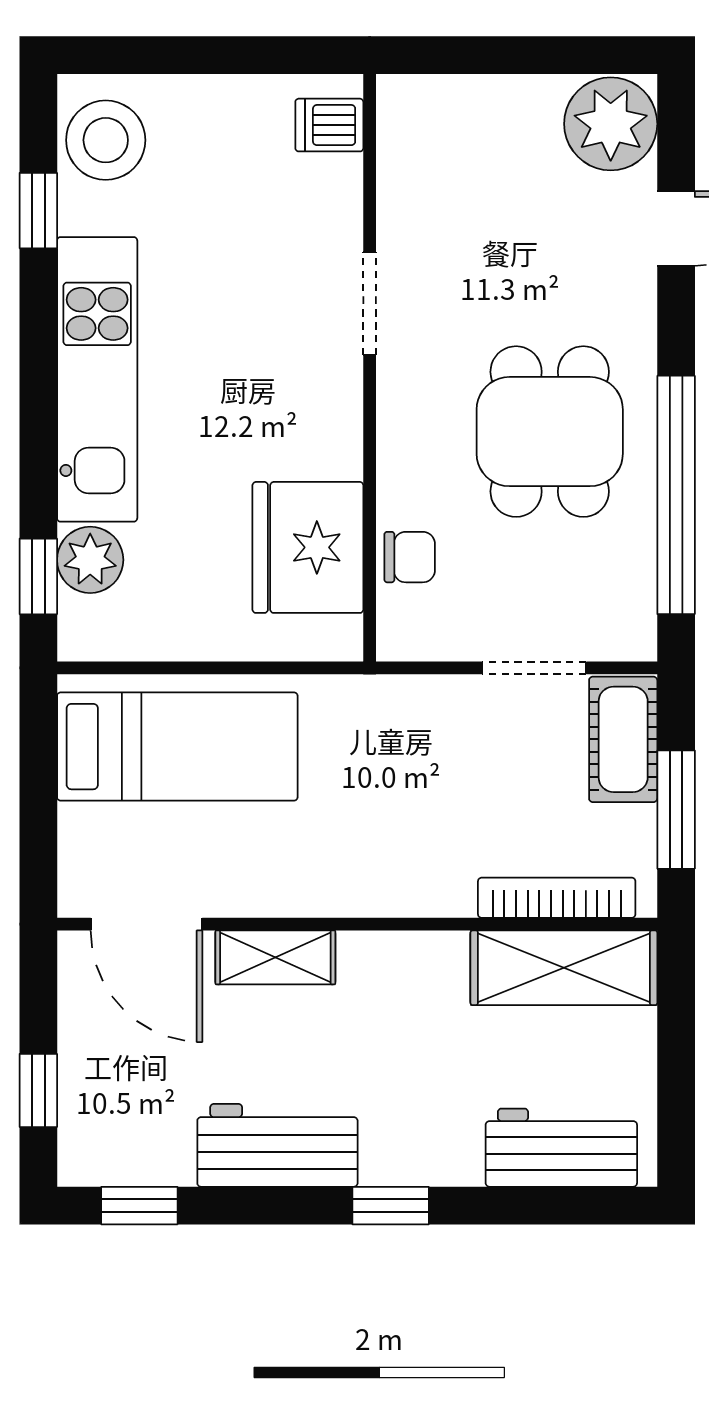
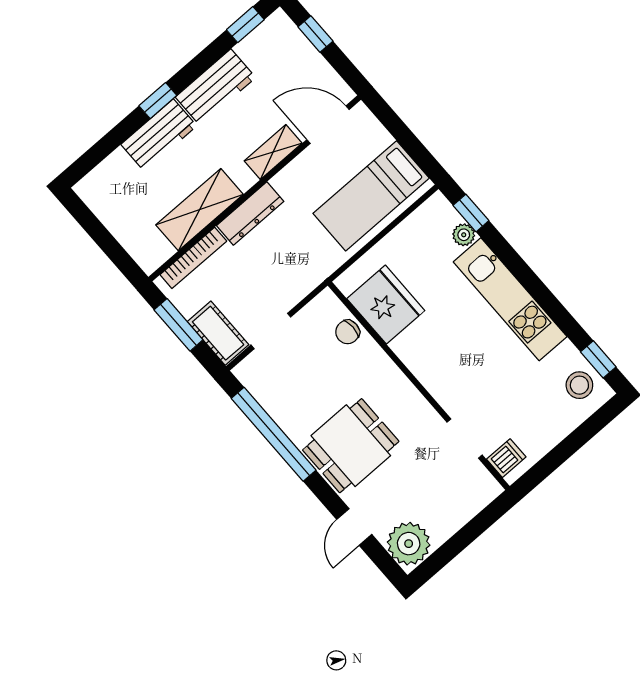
stool: (106, 140) -> (579, 385), width x0.73, depth x0.73
window: (38, 211) -> (598, 359), moved
doorway: (370, 304) -> (465, 438), moved
dining table: (550, 432) -> (351, 446), moved, turned 90
plant: (90, 560) -> (464, 235), width x0.73, depth x0.73
dresser: (400, 890) -> (250, 214), added
shelving: (564, 968) -> (200, 210), moved
workbench: (561, 1148) -> (159, 135), moved

